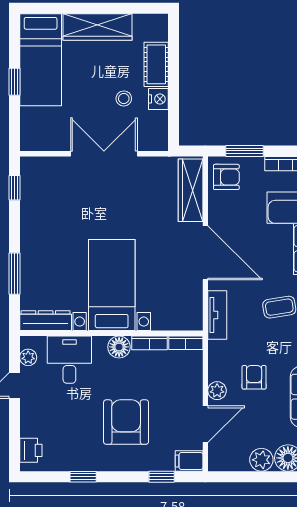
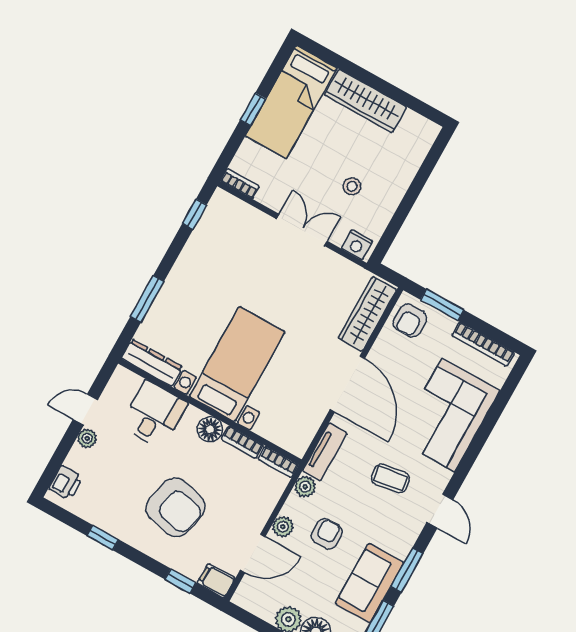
cot: (156, 64) -> (403, 170), removed
nightstand: (158, 99) -> (357, 245), moved, turned 90
bookcase: (36, 145) -> (240, 184), added
double door: (104, 154) -> (302, 230), width x0.73
armchair: (226, 177) -> (410, 321), turned 90
plant: (217, 350) -> (305, 487), added
plant: (28, 357) -> (87, 438), moved
armchair: (126, 422) -> (175, 507), turned 103

